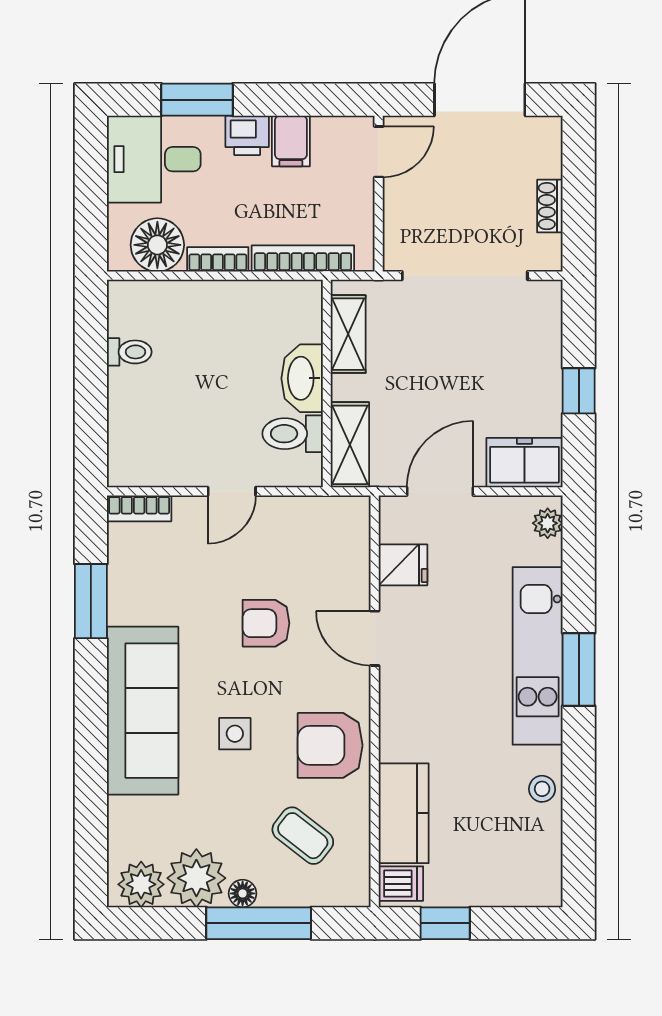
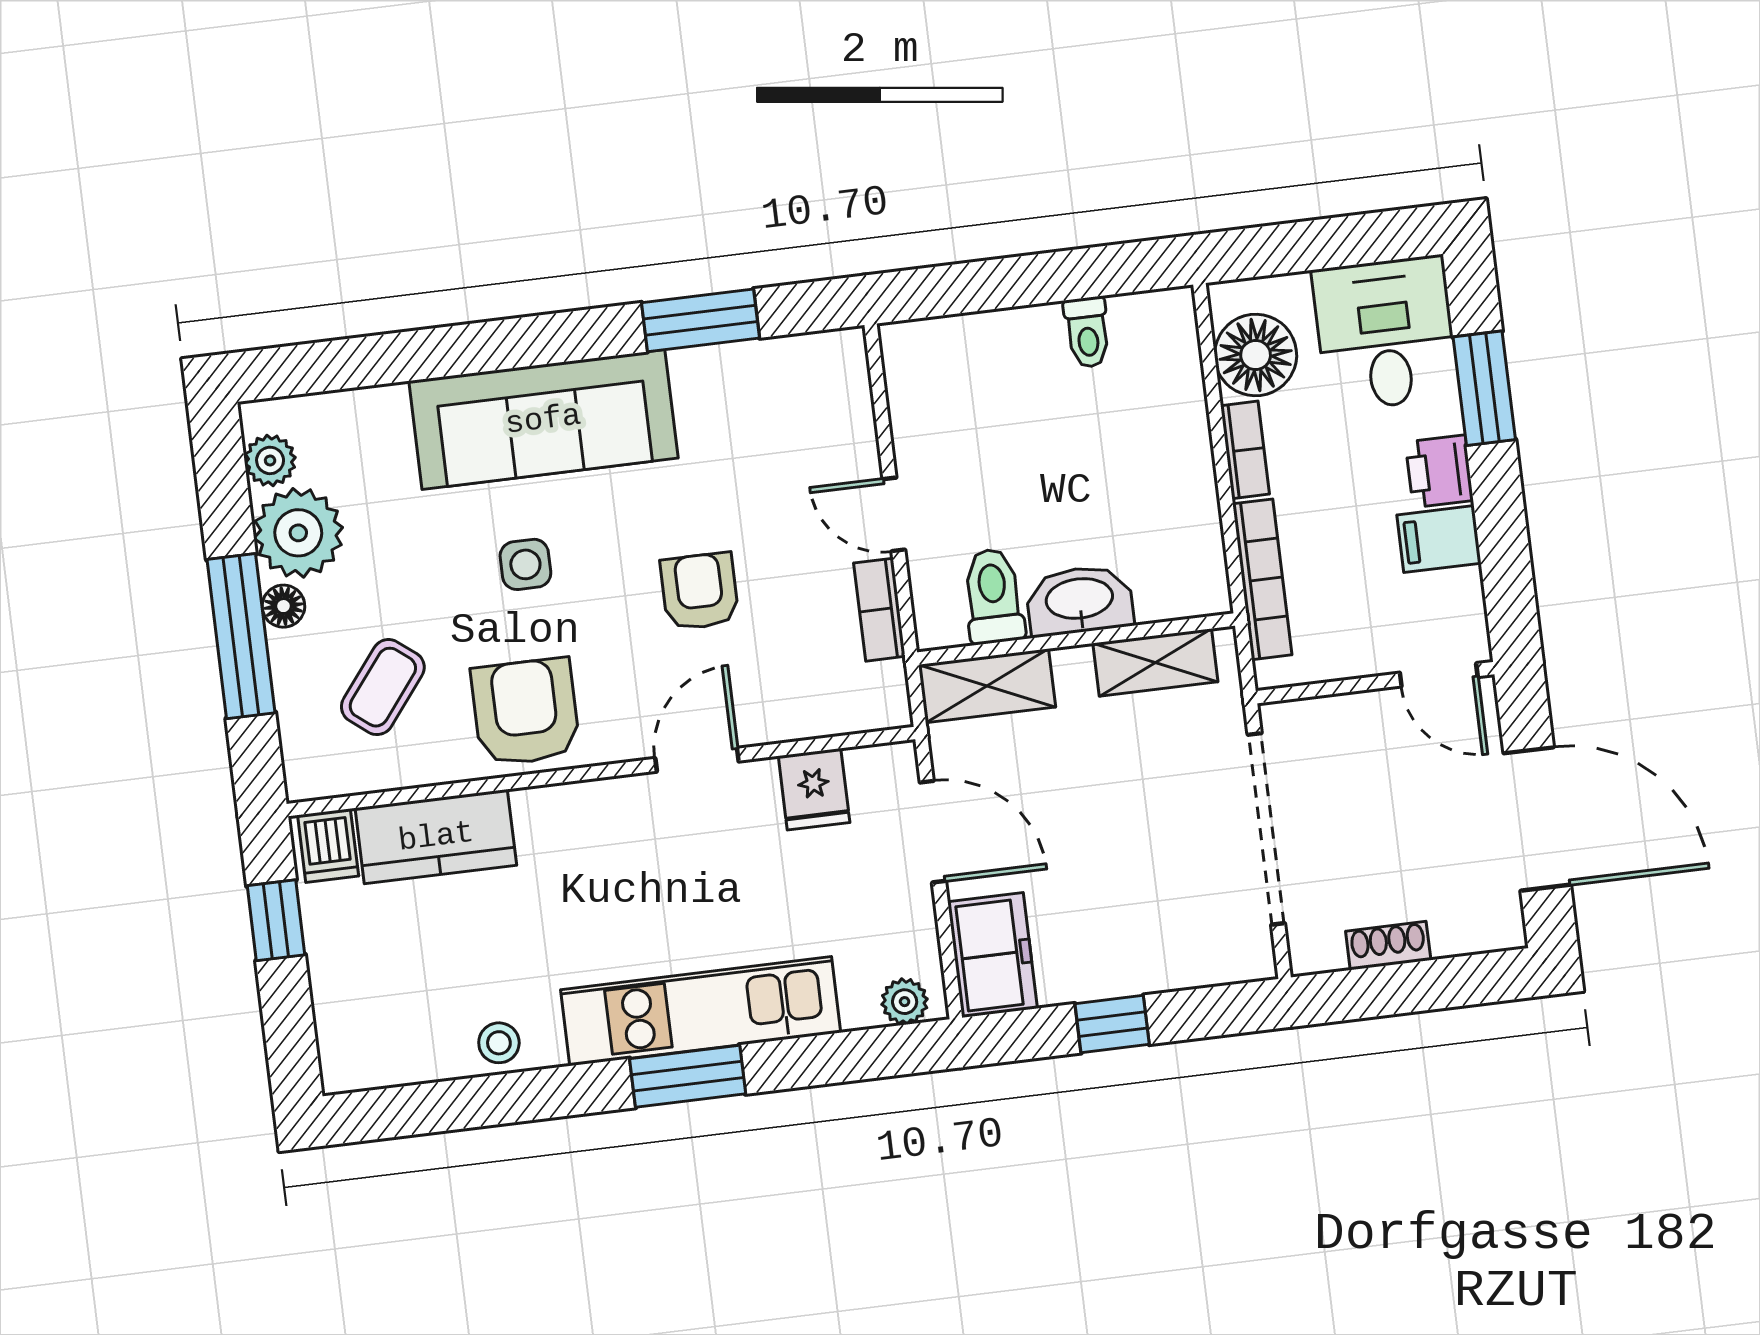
bookcase: (139, 508) -> (879, 610), moved
plant: (141, 884) -> (270, 460), width x0.73, depth x0.73

